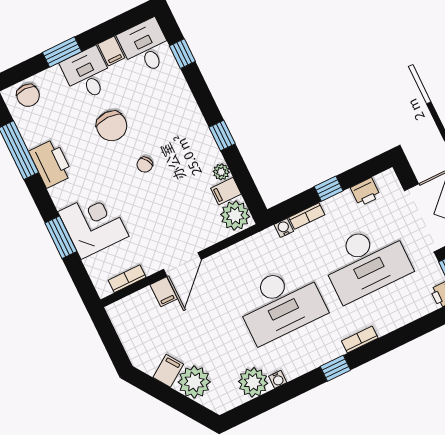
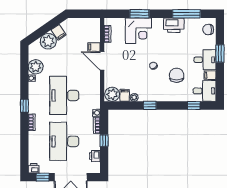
chair: (112, 126) -> (177, 75), moved, turned 90

